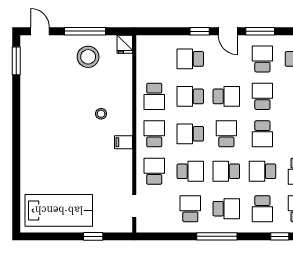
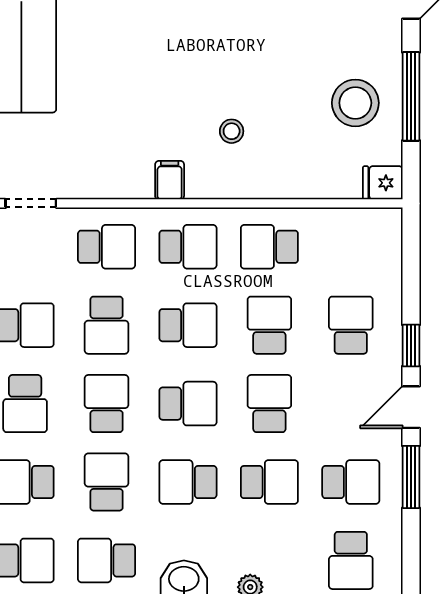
school desk: (226, 96) -> (269, 404), turned 180
school desk: (190, 134) -> (188, 325), turned 90

